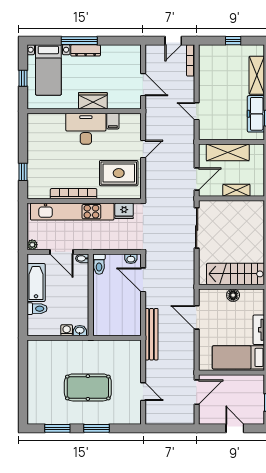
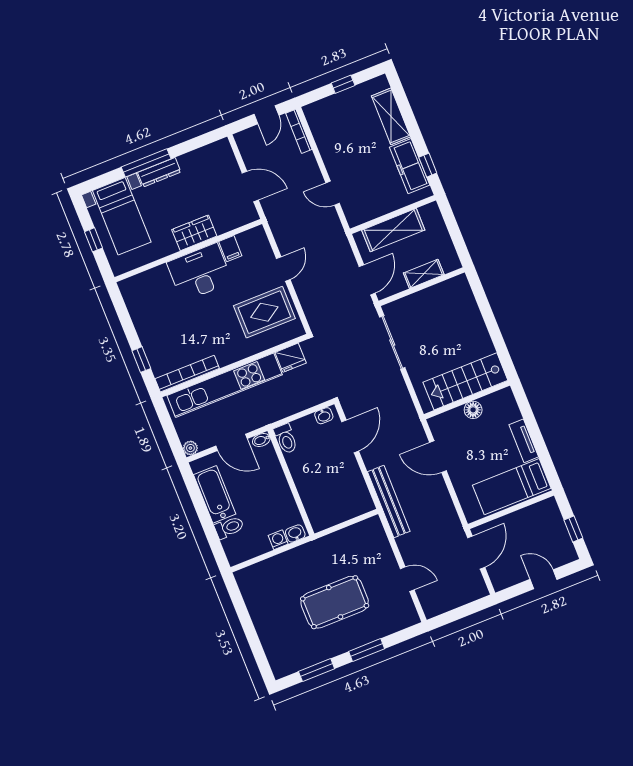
bookcase: (74, 194) -> (187, 374), moved
door: (143, 280) -> (350, 436), swing flipped

